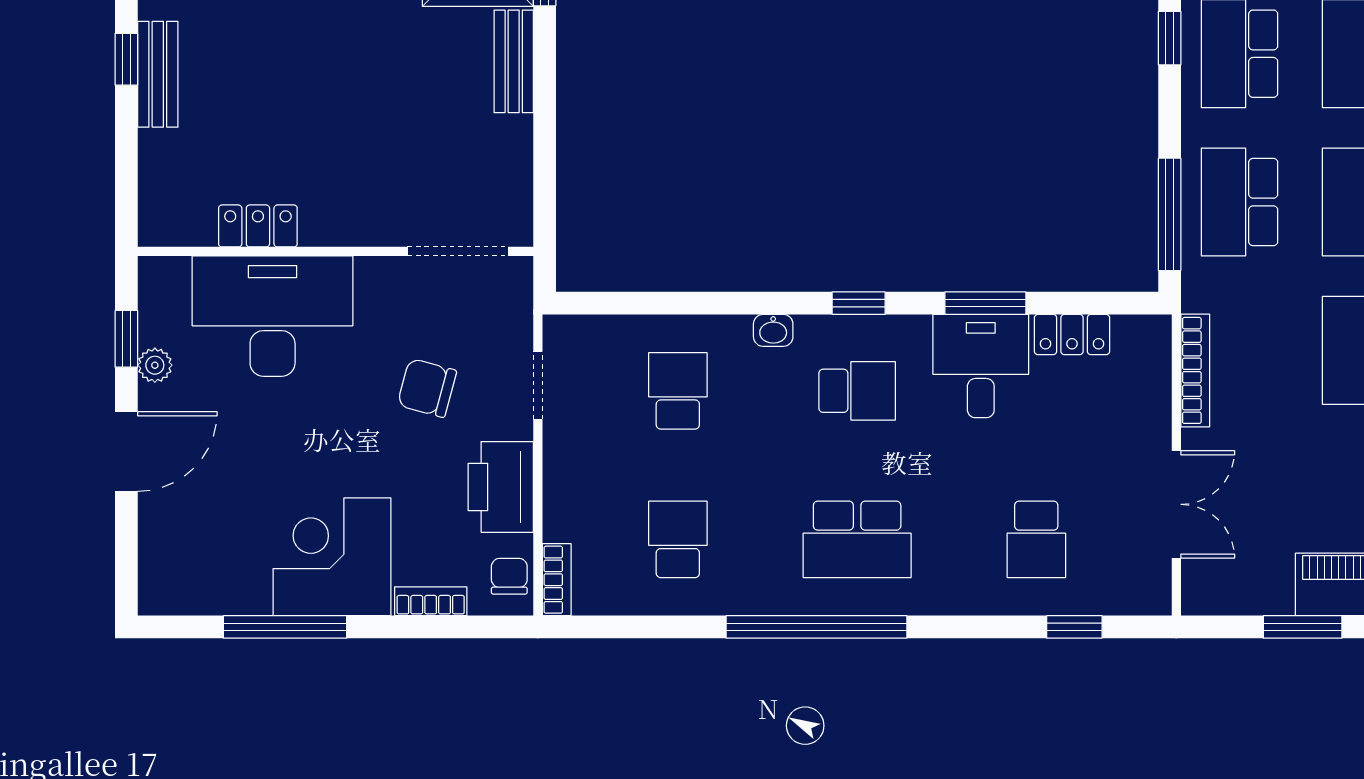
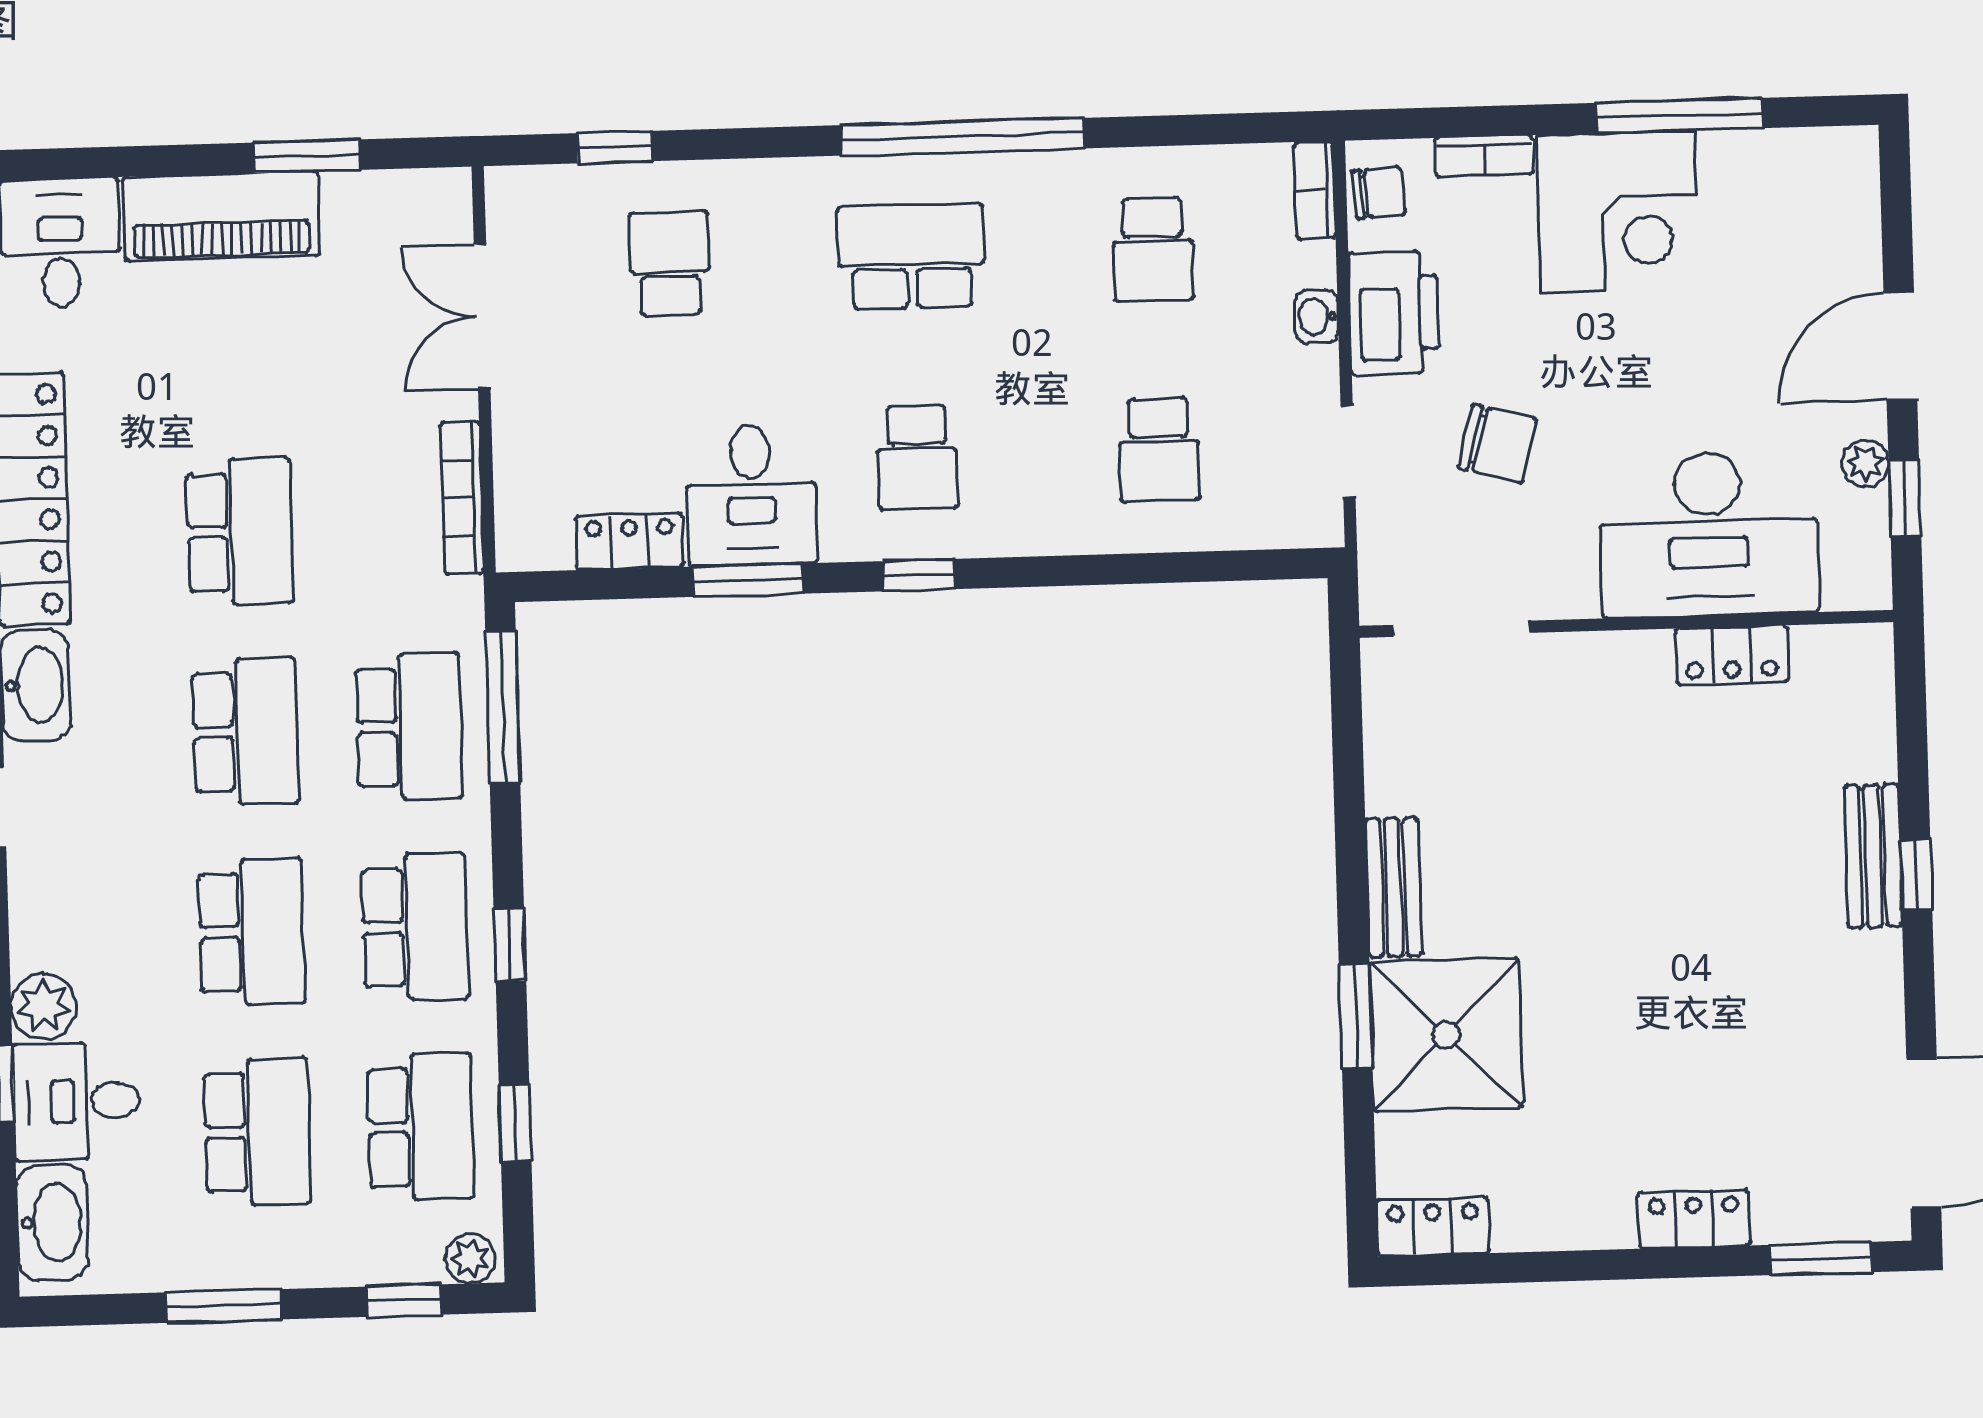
washbasin: (773, 330) -> (1316, 317), moved, turned -90
school desk: (857, 391) -> (917, 457), turned -90
chair: (509, 576) -> (1379, 193), turned -94

